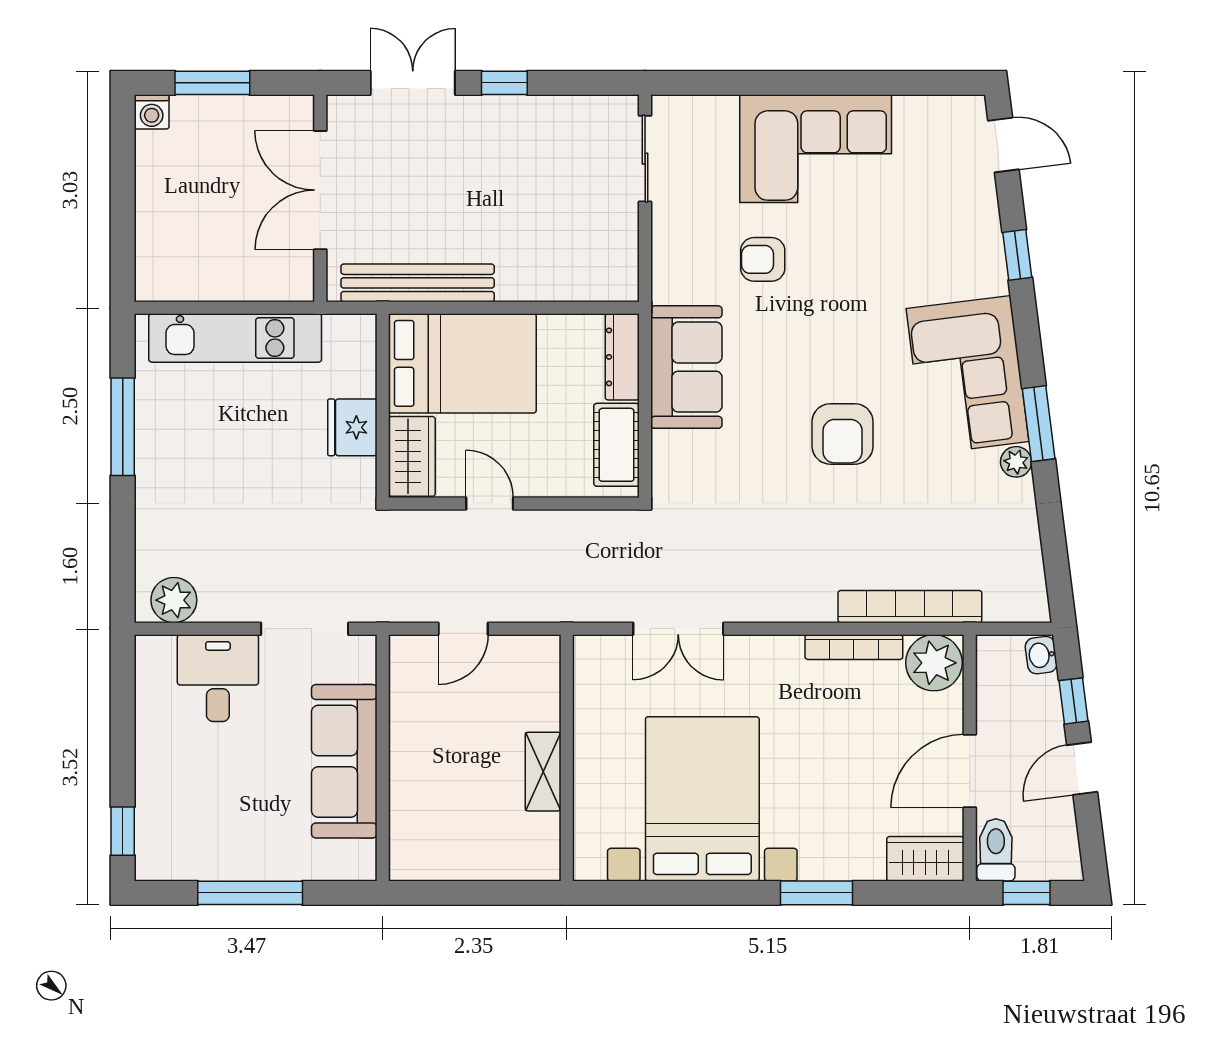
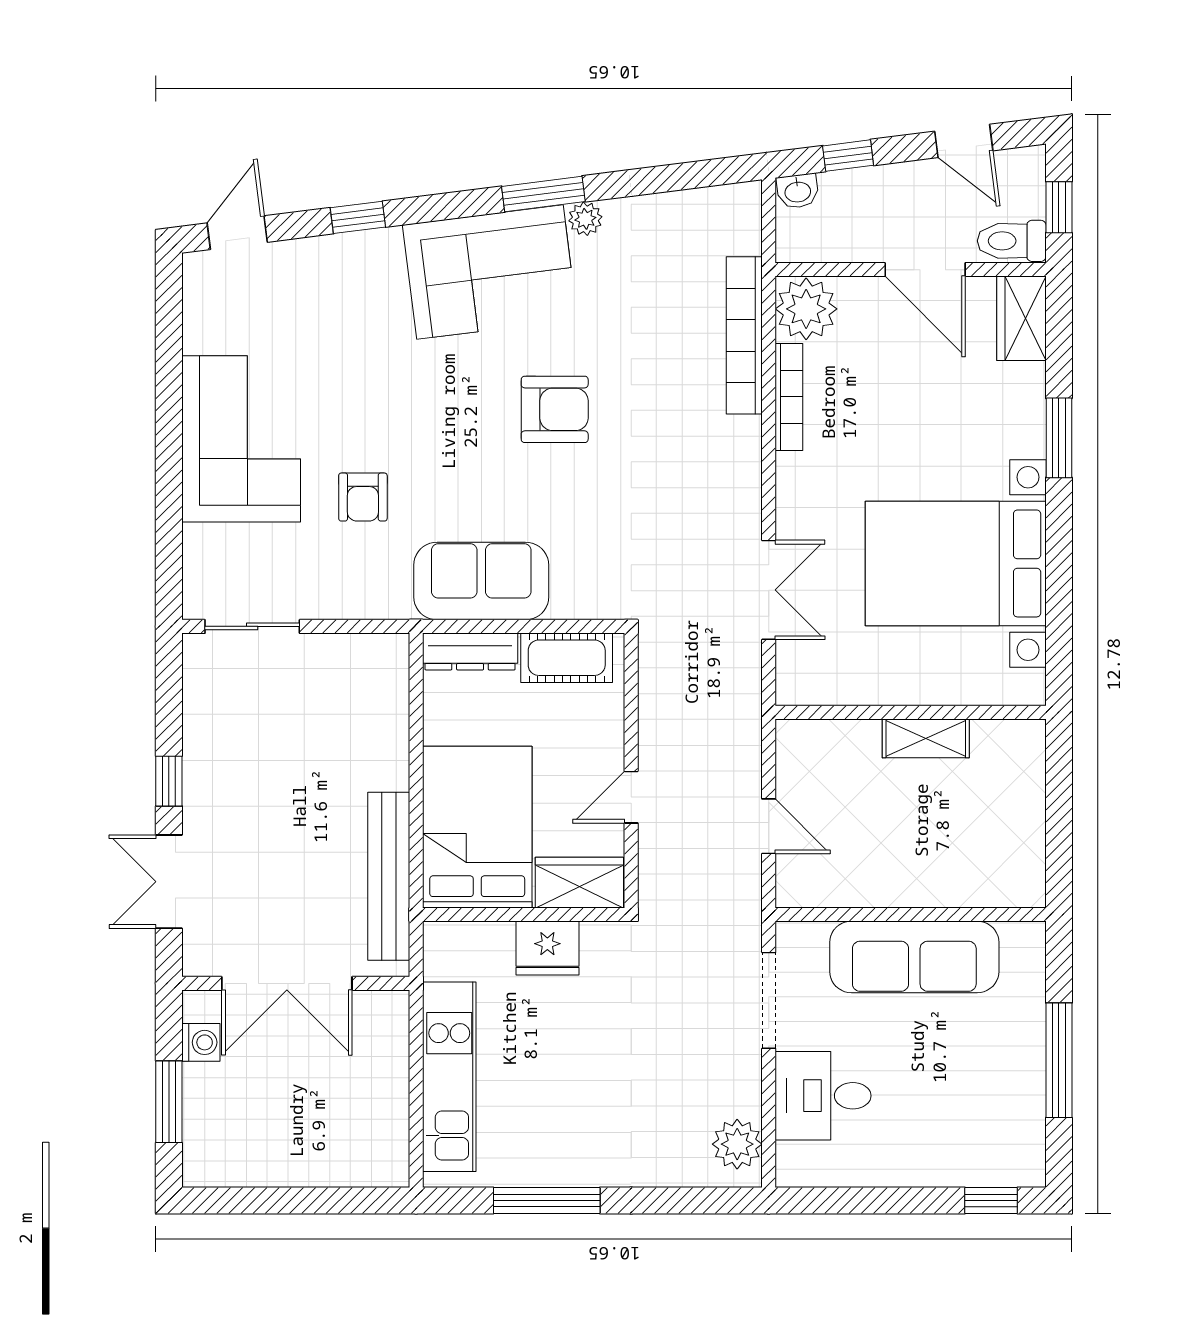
washing machine: (152, 112) -> (201, 1042), moved
door: (1082, 768) -> (964, 141), moved

